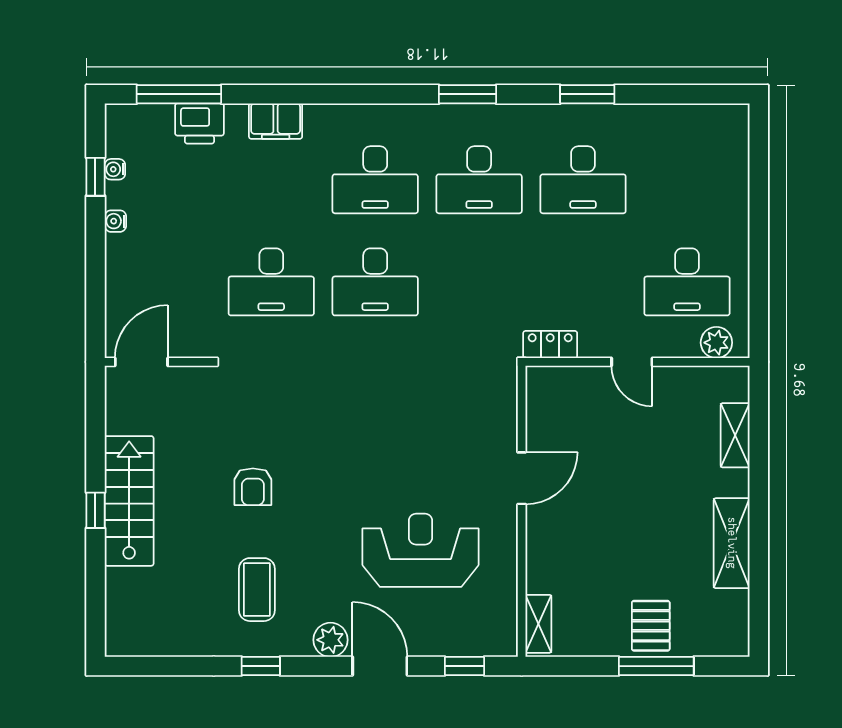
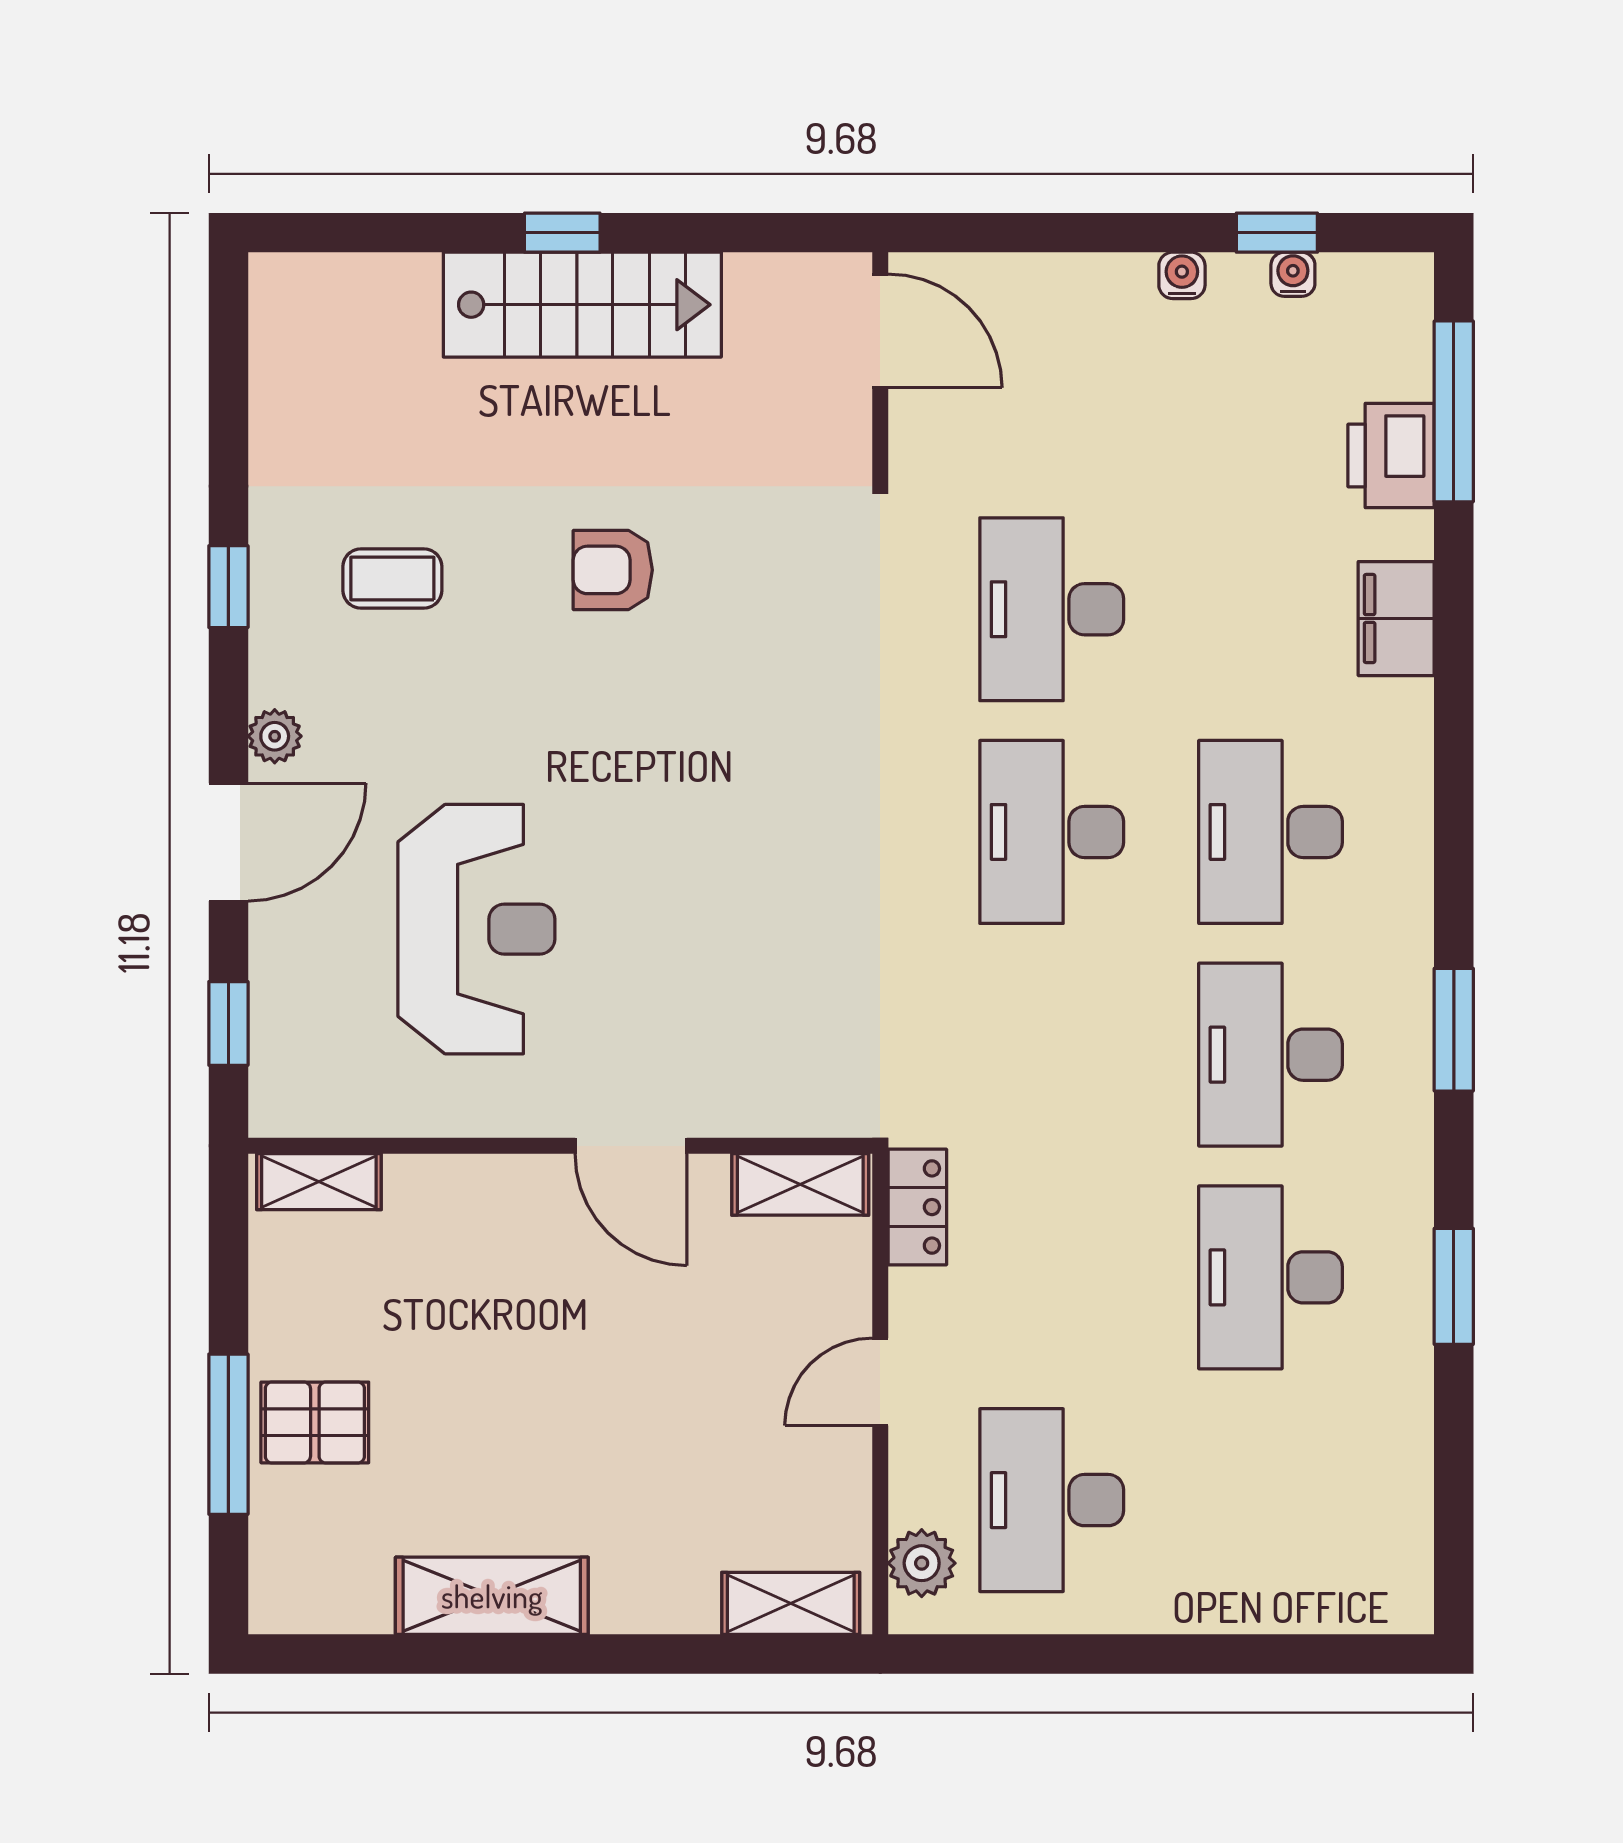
shelving: (540, 399) -> (800, 1184), added
shelving: (735, 435) -> (791, 1603), moved
coffee table: (257, 590) -> (392, 579), width x0.73, depth x0.77
plant: (330, 640) -> (275, 736), width x0.73, depth x0.73

